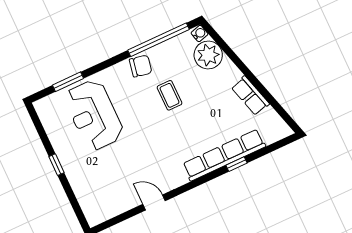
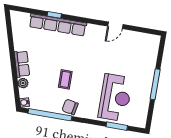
plant: (208, 55) -> (23, 83), width x0.53, depth x0.53
row of seats: (250, 96) -> (22, 64), moved
window: (57, 165) -> (155, 84), width x2.17
door: (154, 202) -> (115, 25), hinge flipped

